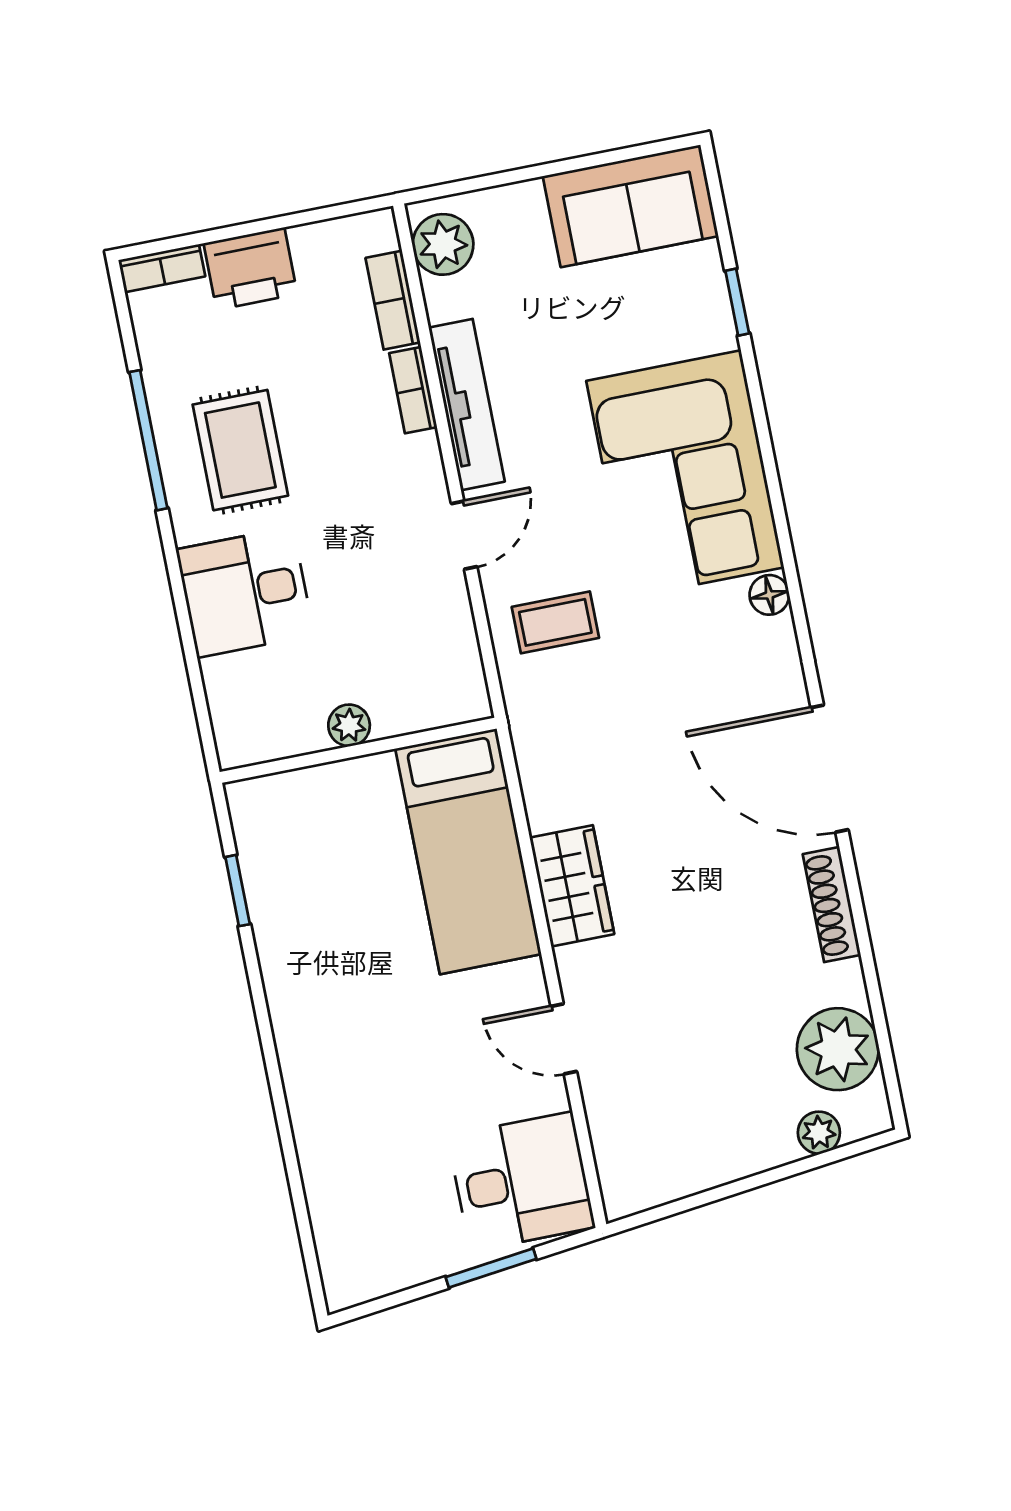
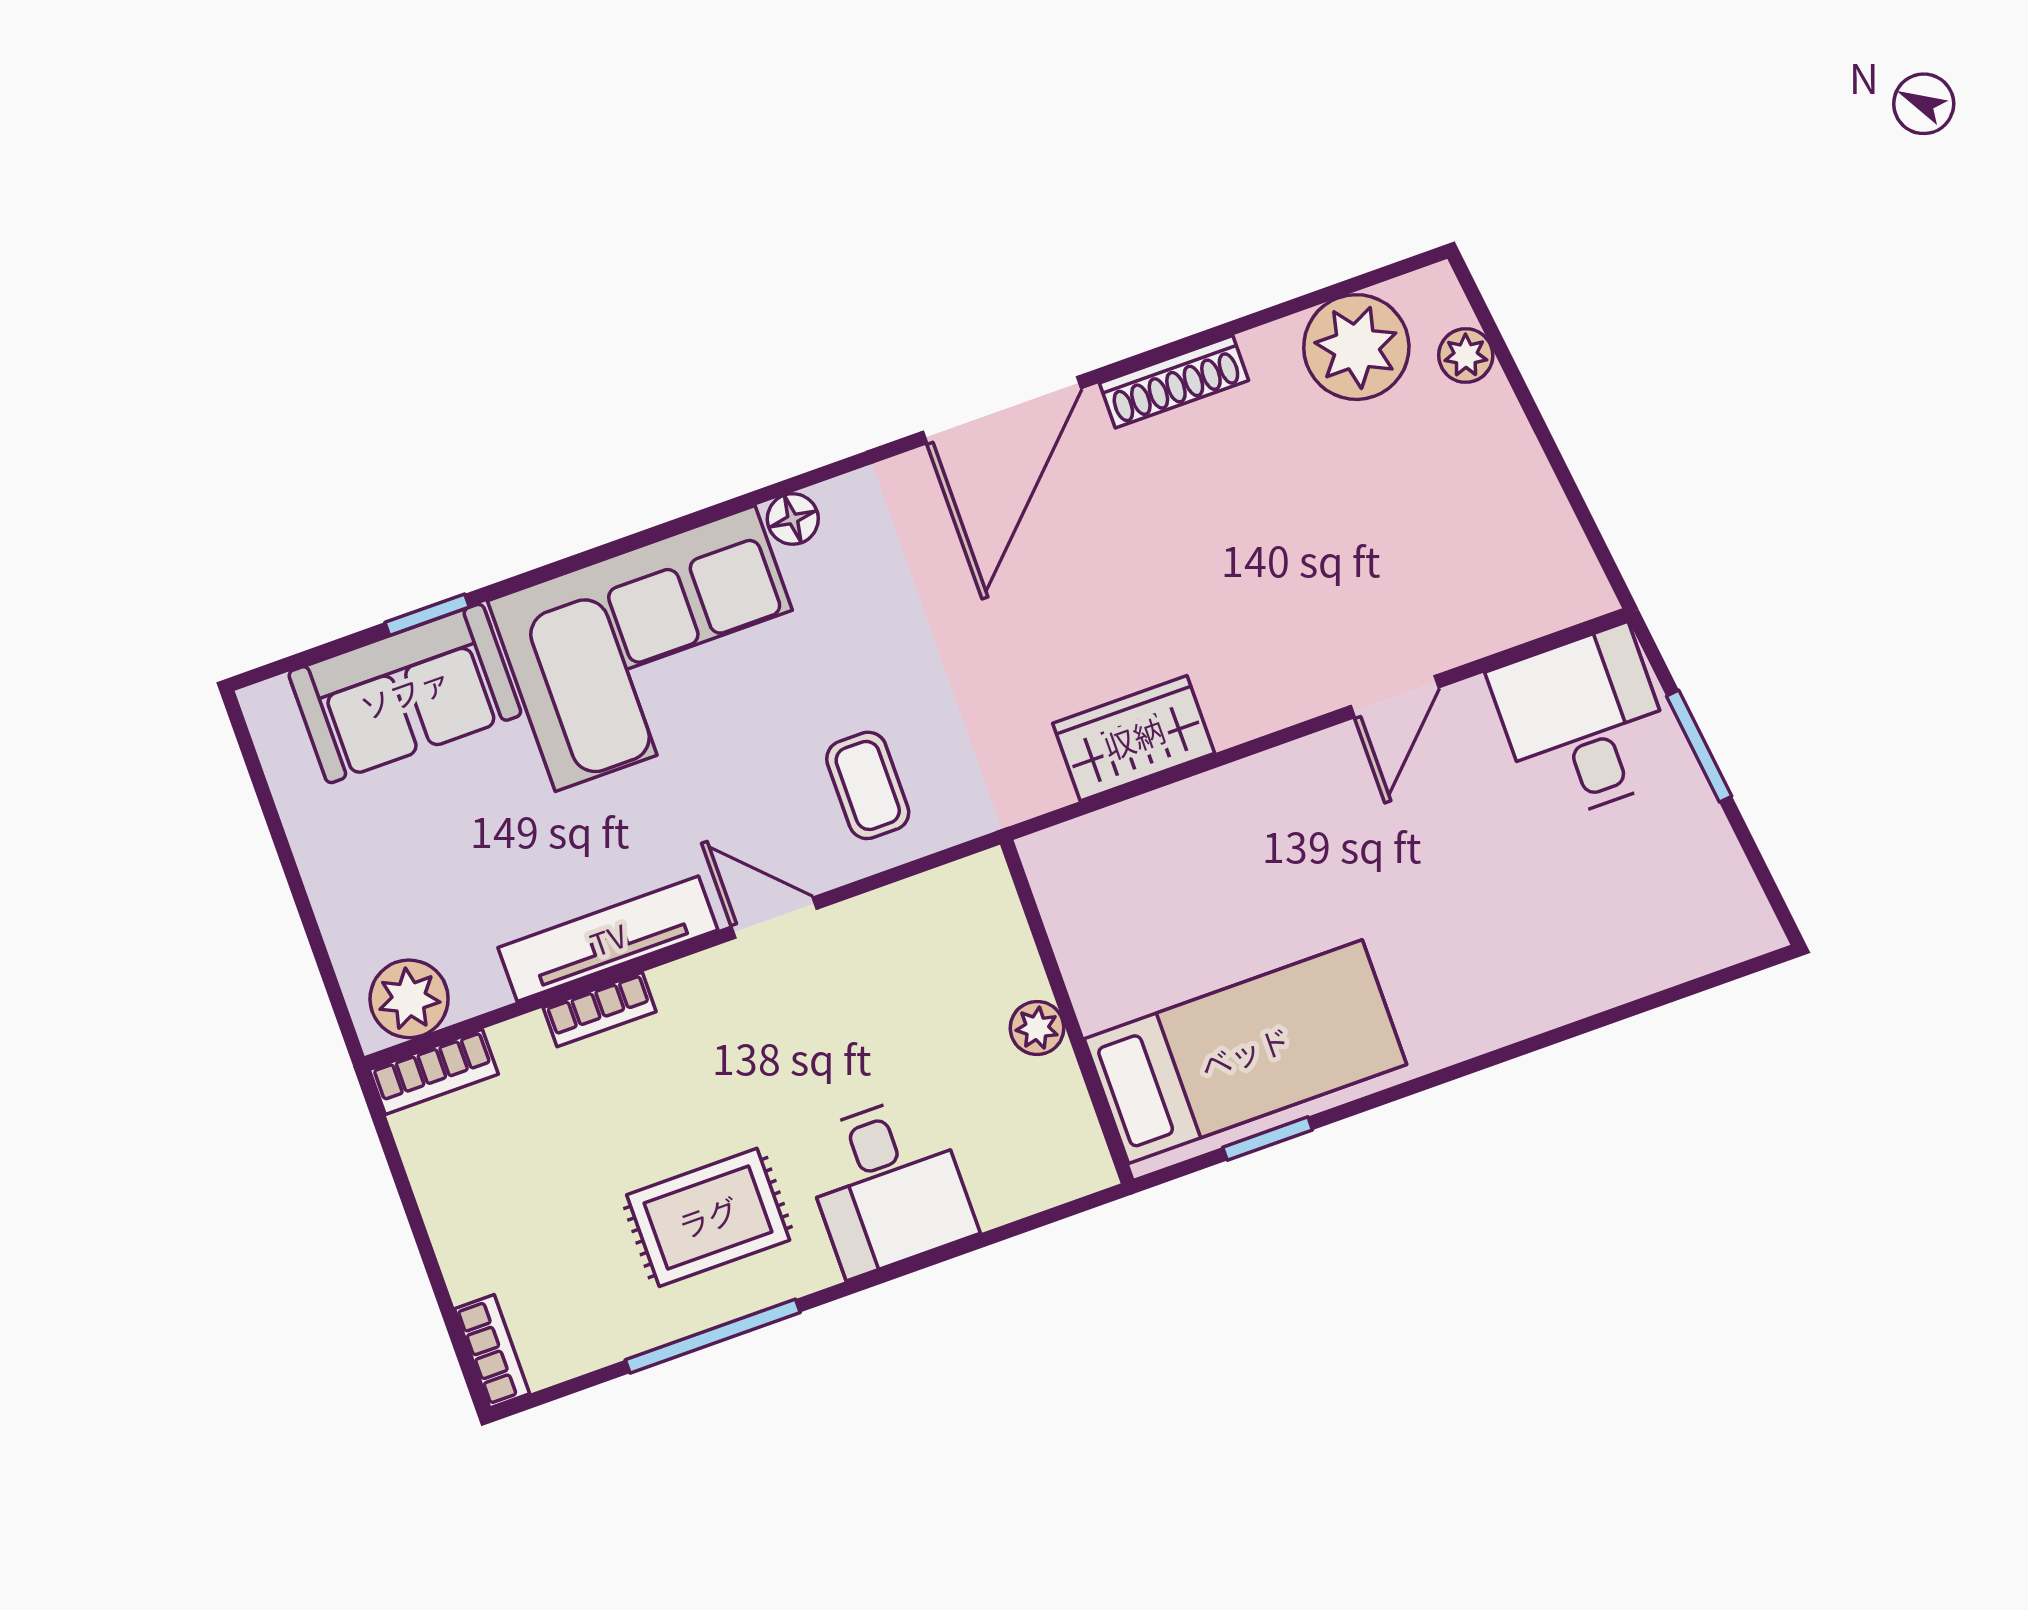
sofa: (631, 206) -> (405, 693), moved, turned 90
printer: (250, 269) -> (476, 1239), removed
bookcase: (393, 300) -> (434, 1072), moved
bed: (468, 851) -> (1245, 1052), moved
wardrobe: (572, 886) -> (1134, 738), moved

